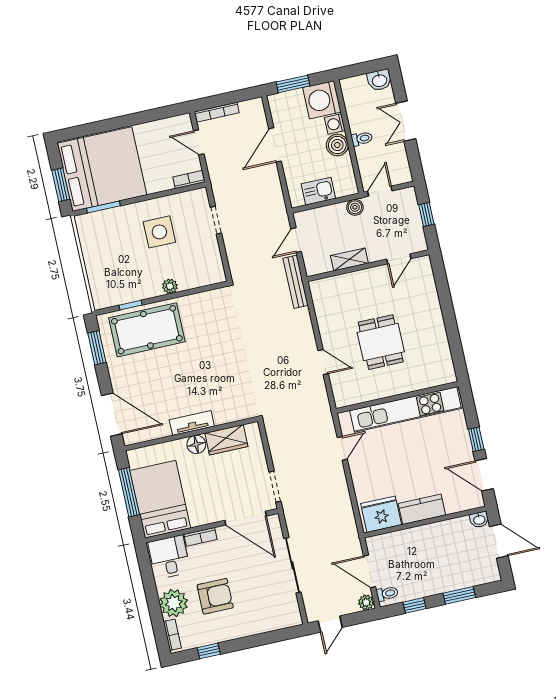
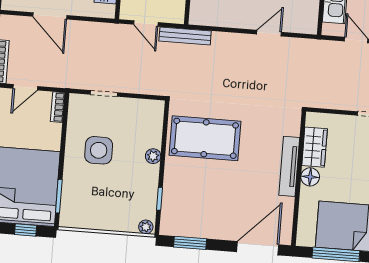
window: (61, 185) -> (26, 230), width x0.67
plant: (99, 300) -> (146, 227), added
pool table: (147, 330) -> (205, 138), moved, turned 90
tv unit: (192, 423) -> (289, 166), width x1.41

